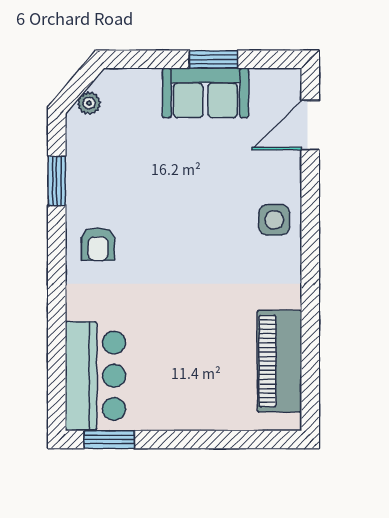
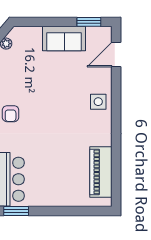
window: (213, 59) -> (89, 22), moved

